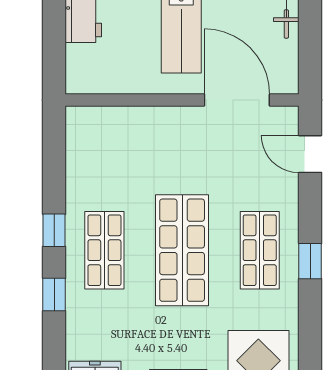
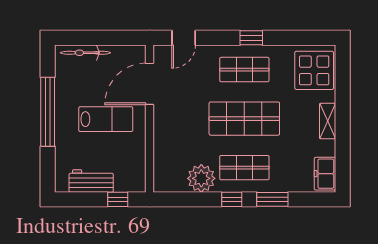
window: (54, 50) -> (118, 199), added
plant: (87, 182) -> (201, 178), added
window: (54, 295) -> (272, 199), width x1.50

